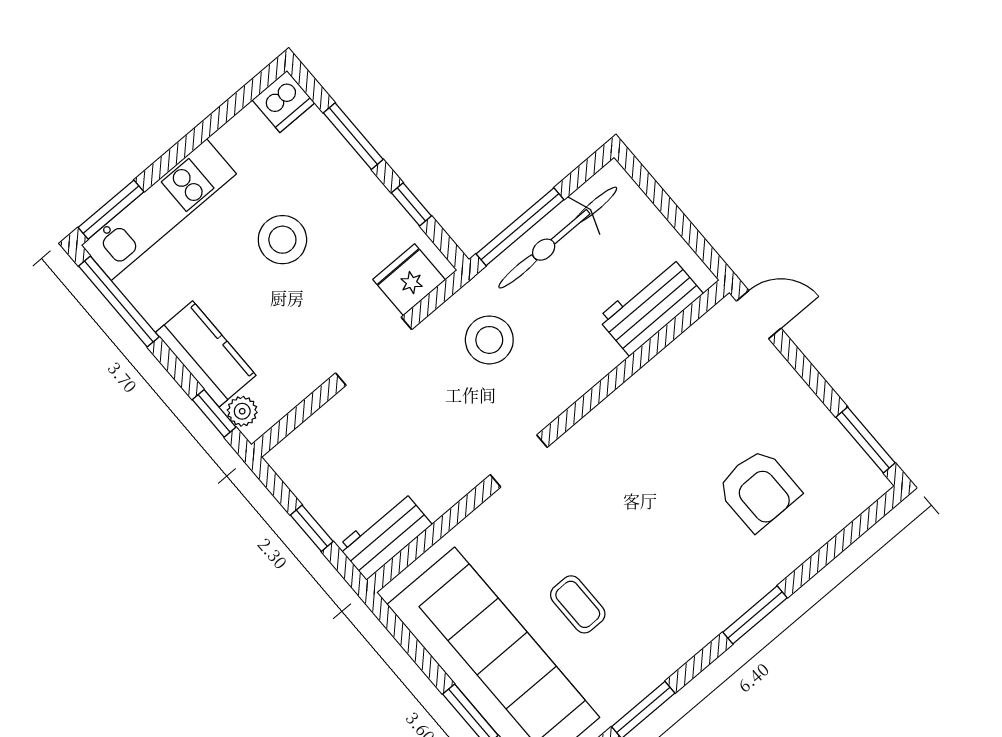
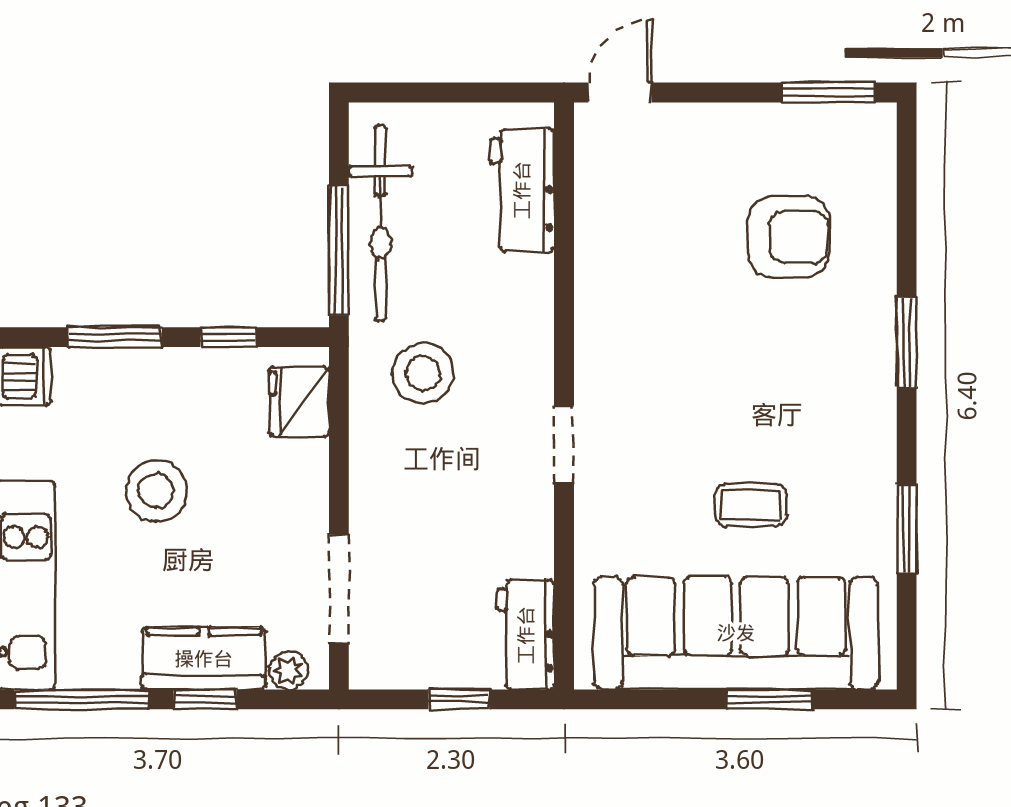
doorway: (374, 351) -> (339, 589), moved
window: (214, 413) -> (205, 699), moved

